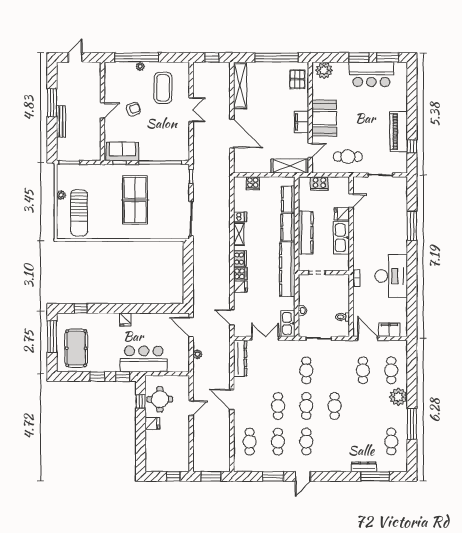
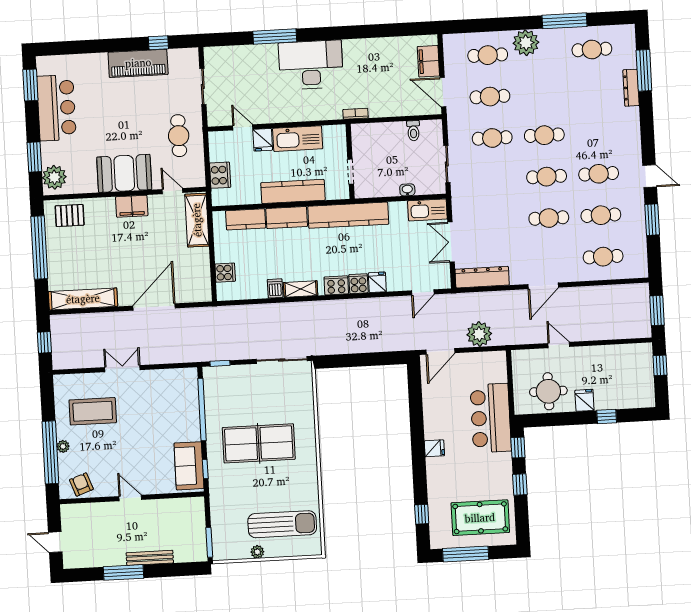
window: (359, 57) -> (34, 157), moved
armchair: (133, 109) -> (81, 484), moved
desk: (391, 276) -> (311, 65), moved
door: (368, 338) -> (443, 92), hinge flipped
plant: (197, 354) -> (479, 334), width x1.88, depth x1.88
cafe table: (306, 370) -> (492, 138), moved
window: (141, 401) -> (607, 416), moved

